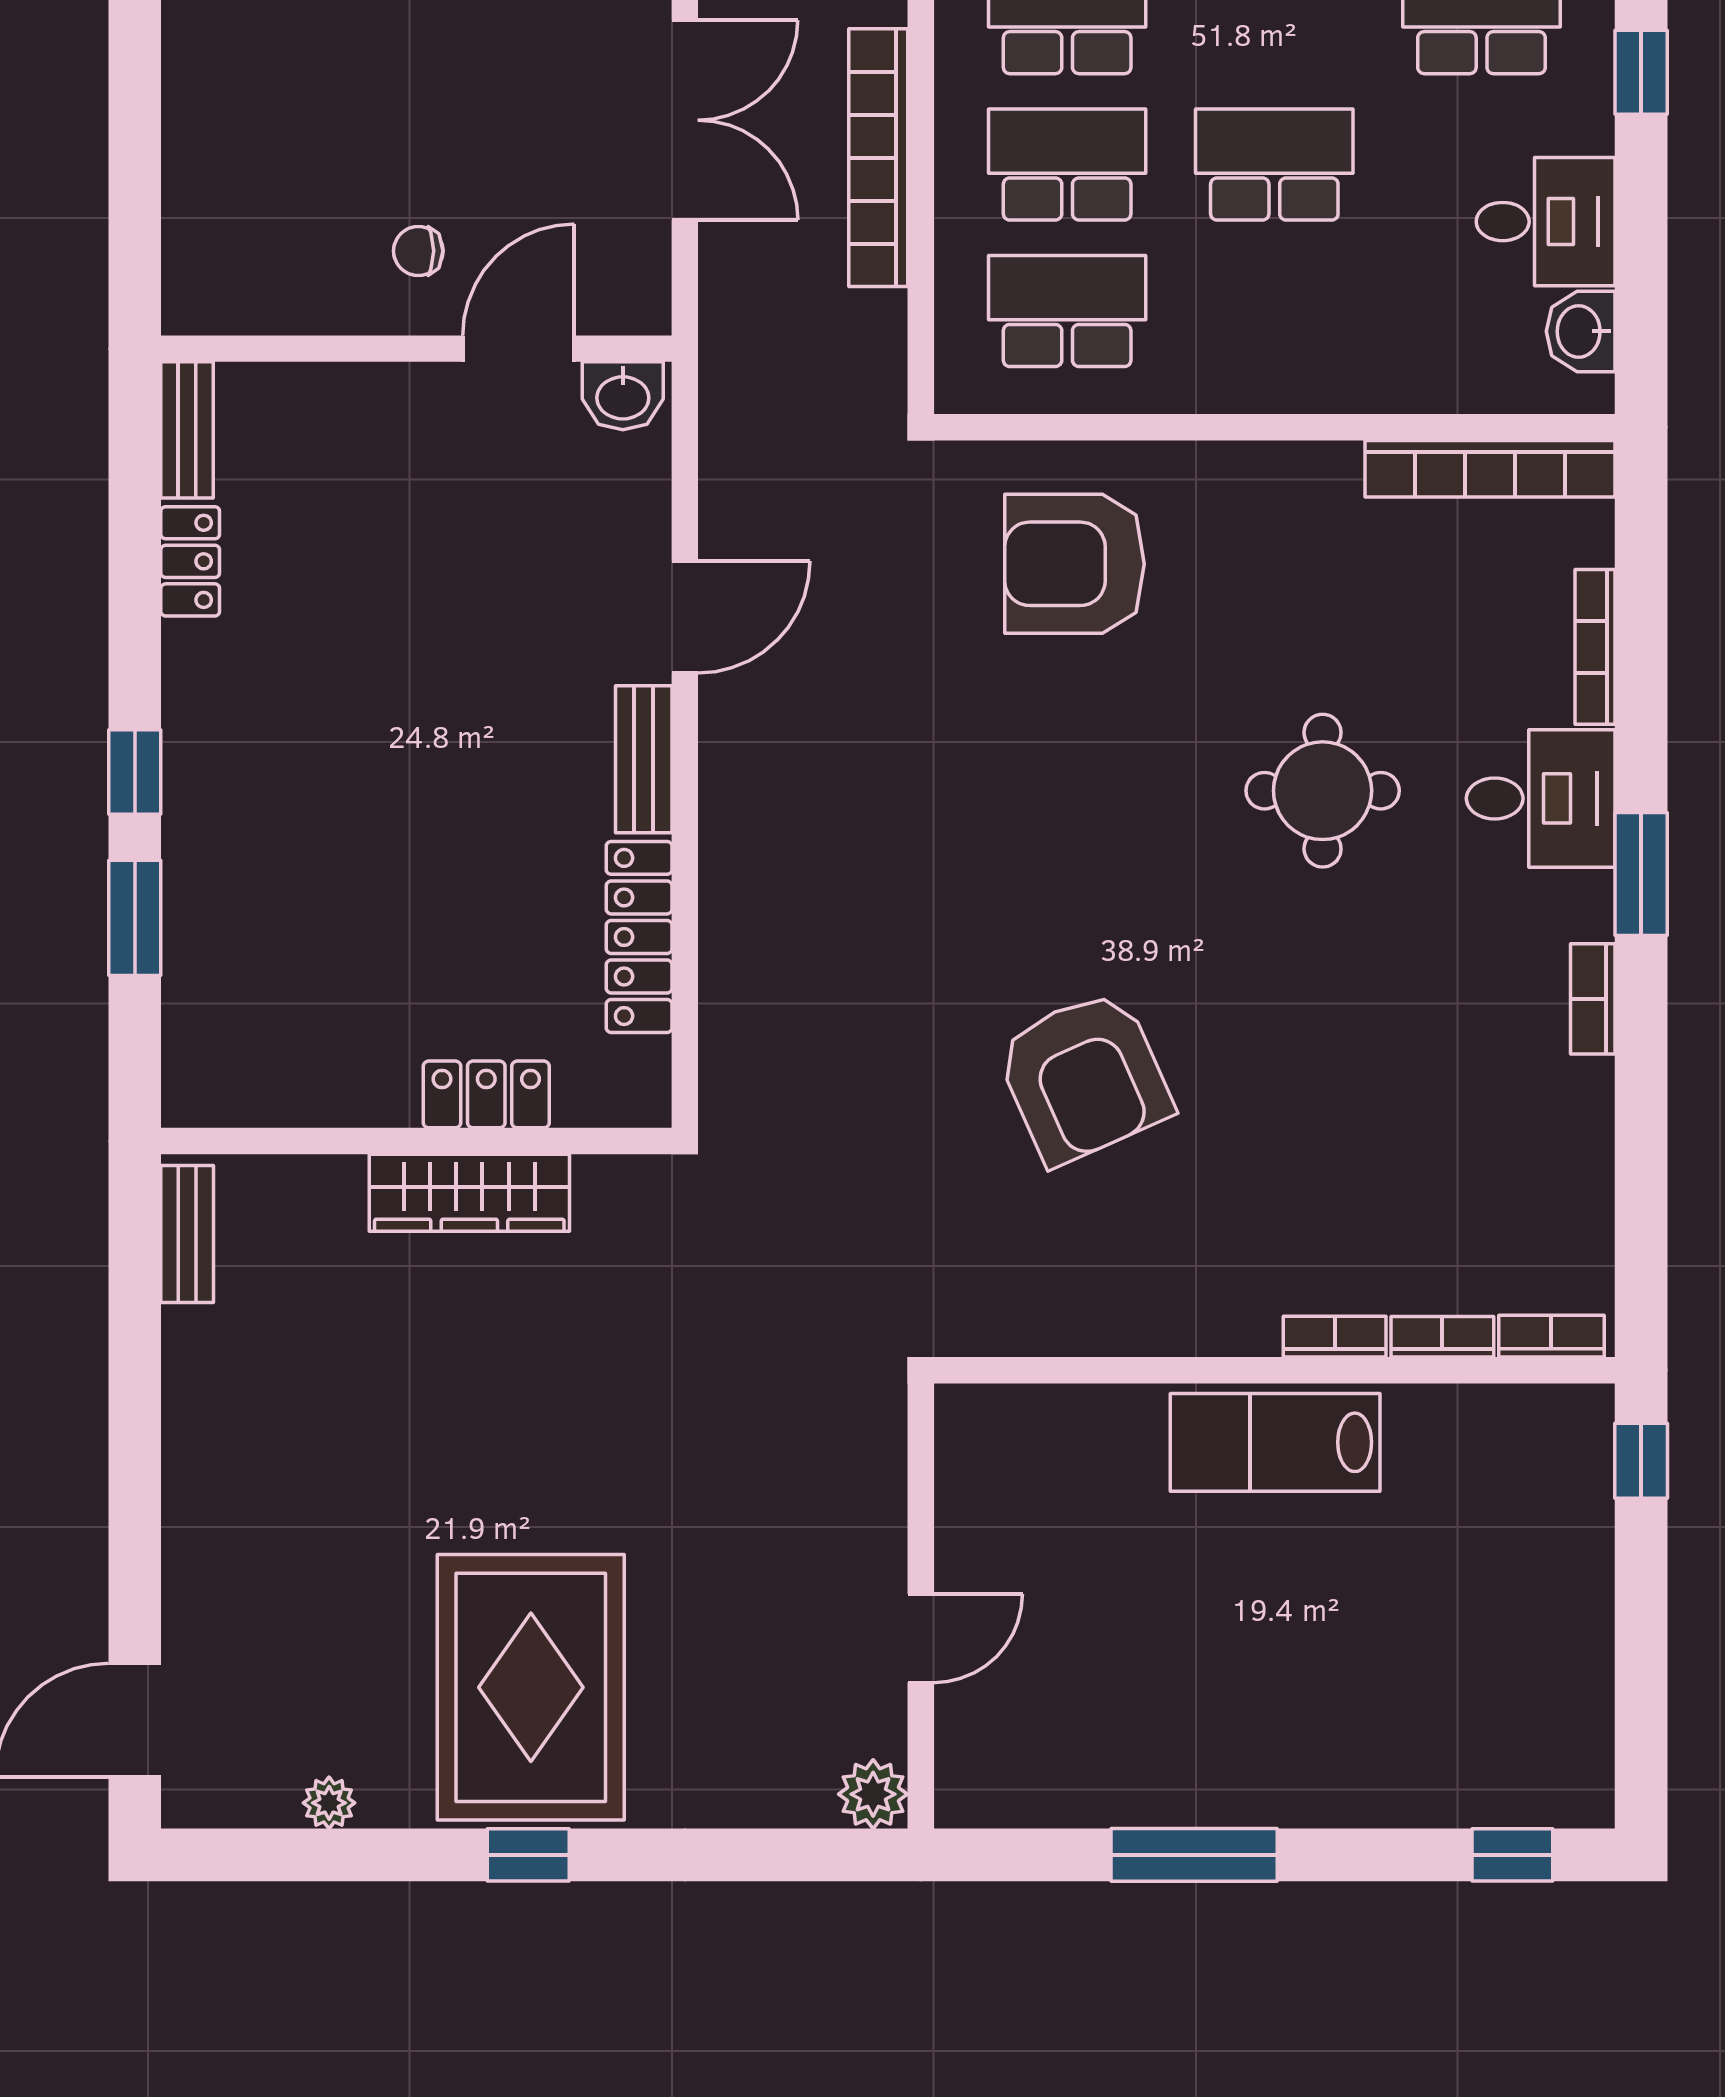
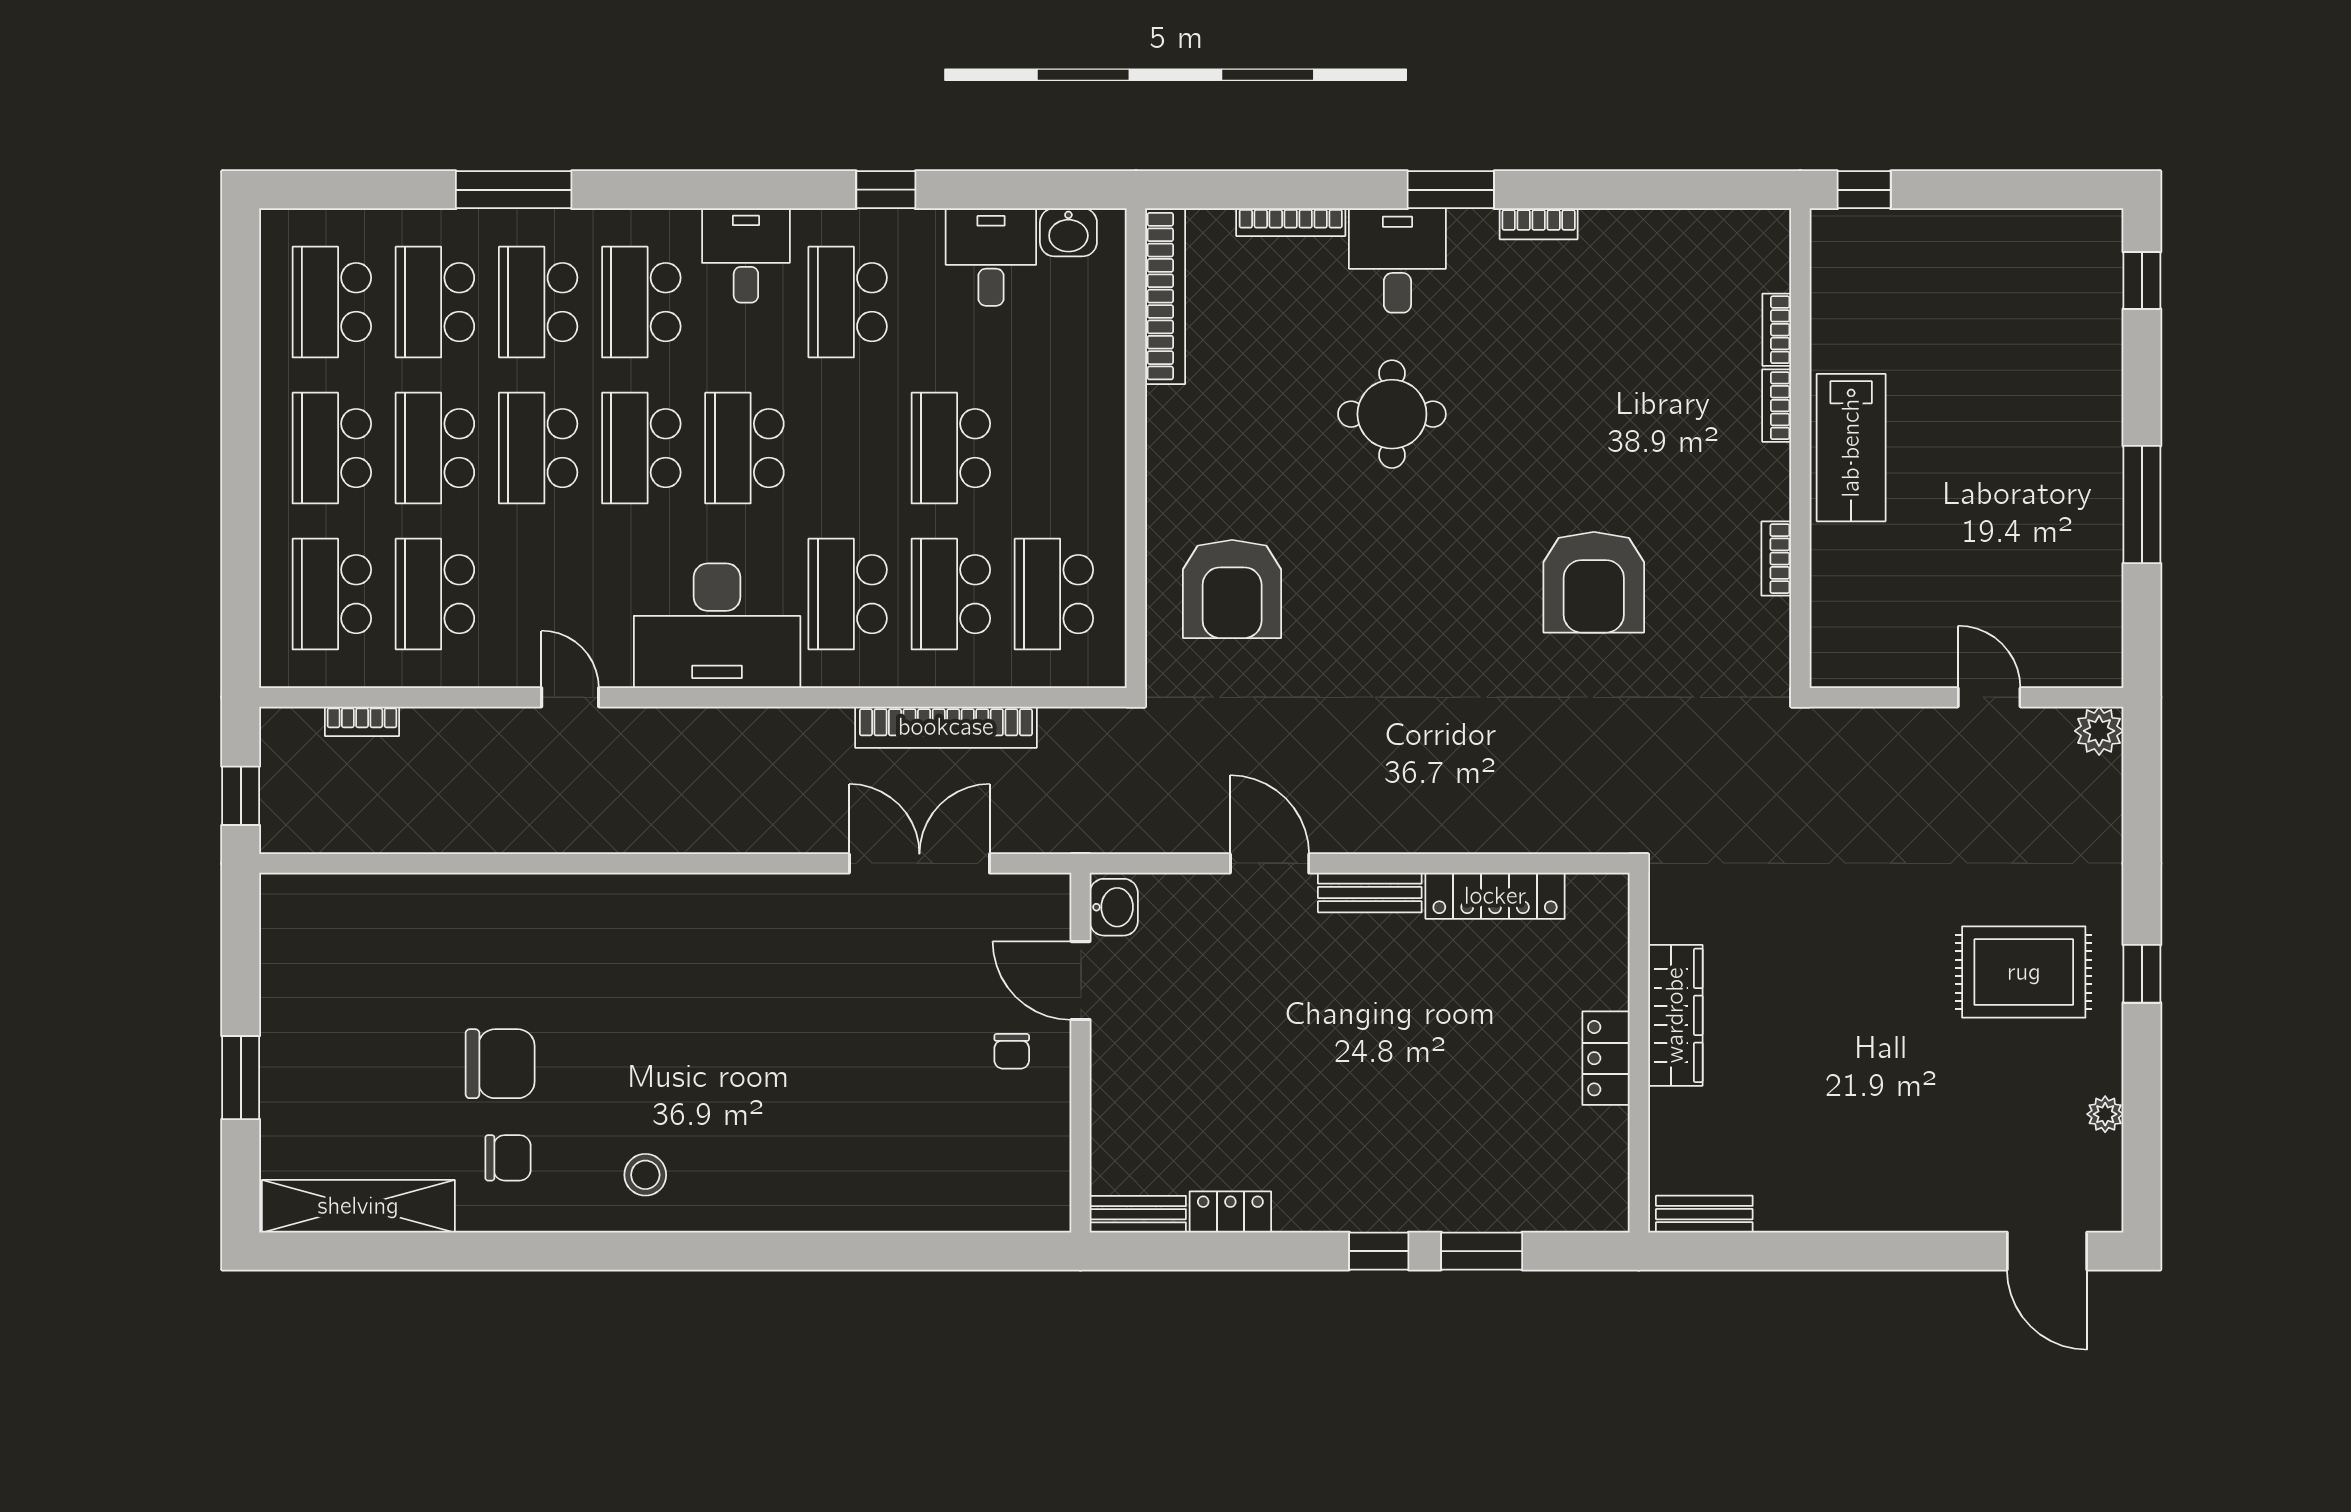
armchair: (1084, 1077) -> (1594, 582), turned 114
locker: (486, 1094) -> (1606, 1058), moved
bookcase: (1551, 1336) -> (1776, 559), moved
rug: (531, 1687) -> (2024, 972), width x0.73, depth x0.69

